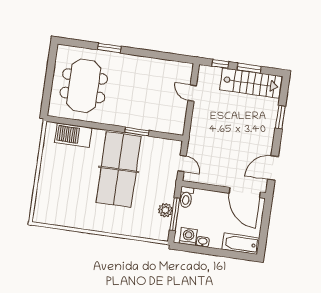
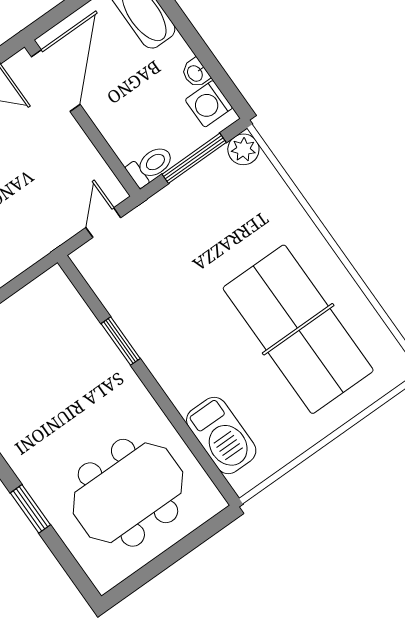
table tennis table: (119, 169) -> (298, 329), moved, turned 90
plant: (165, 210) -> (243, 149), moved

